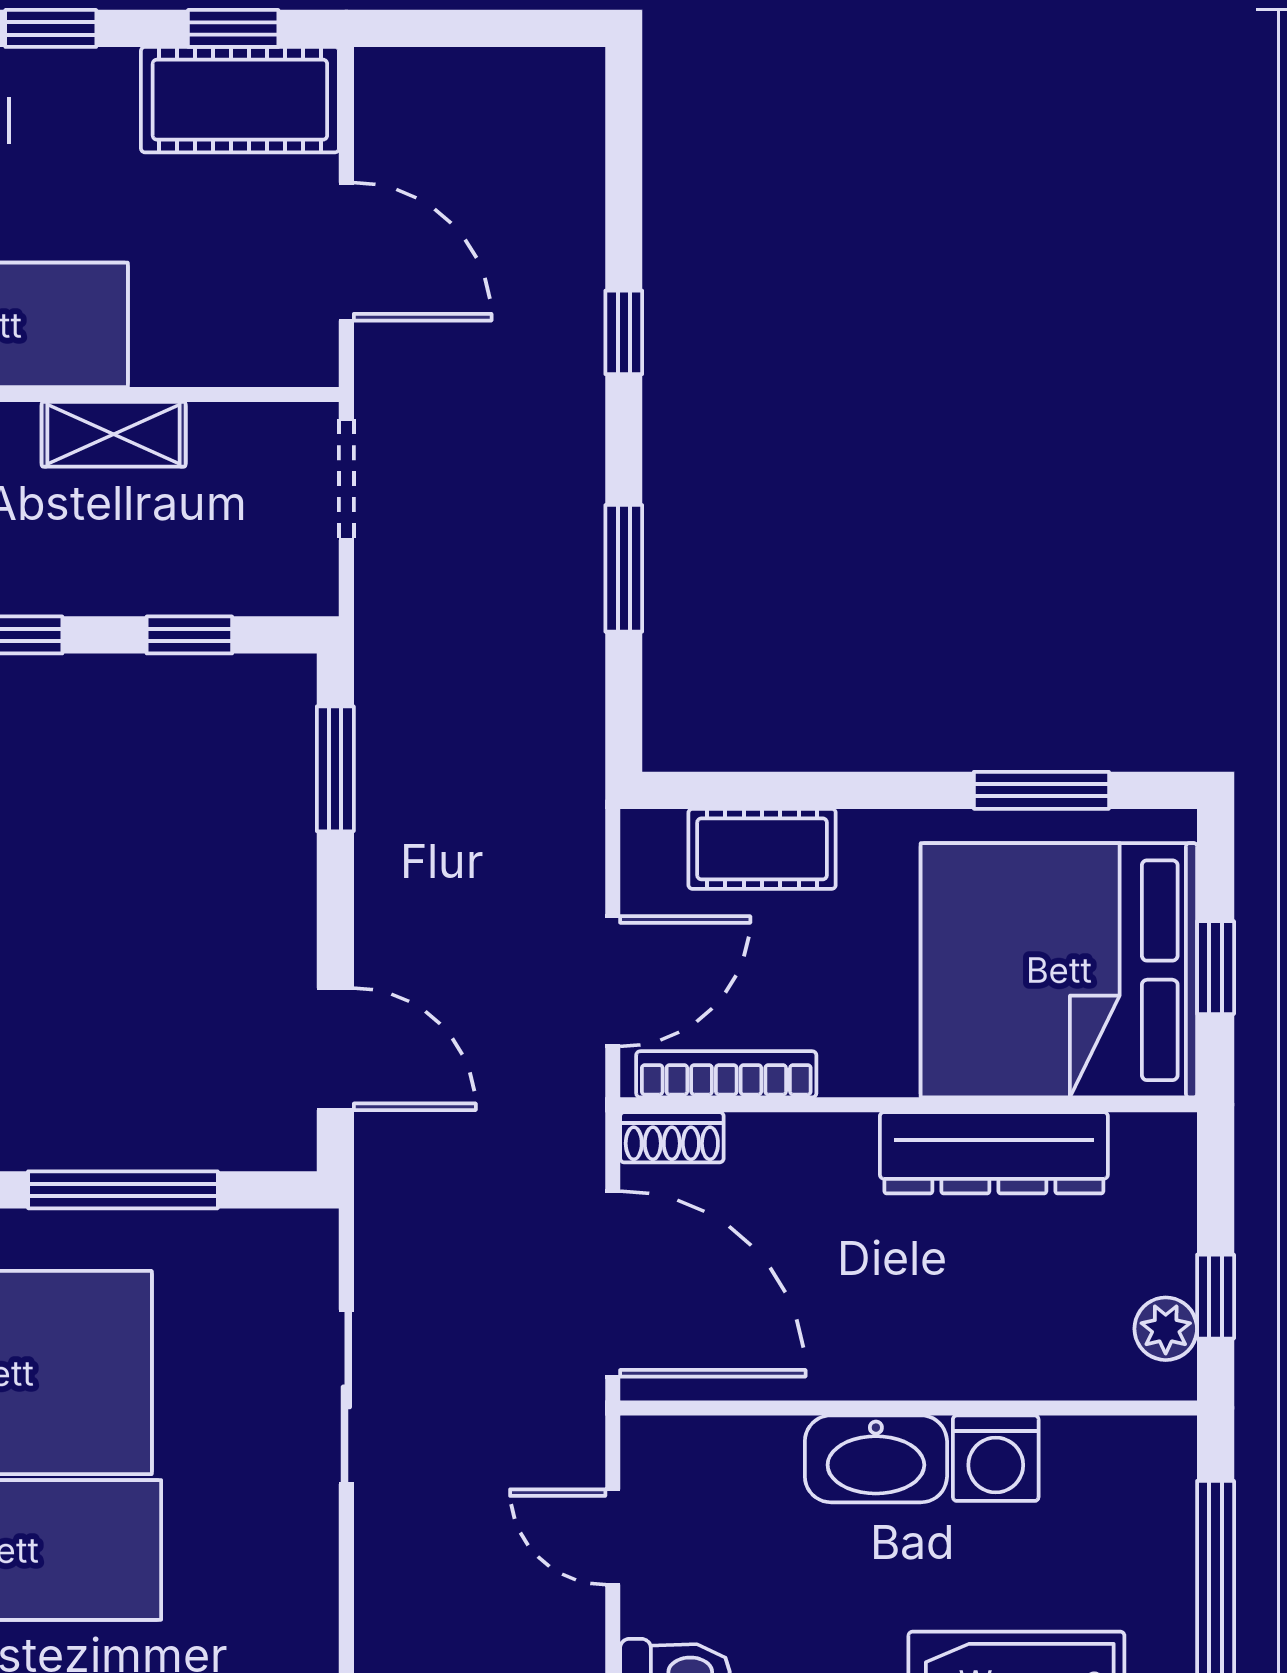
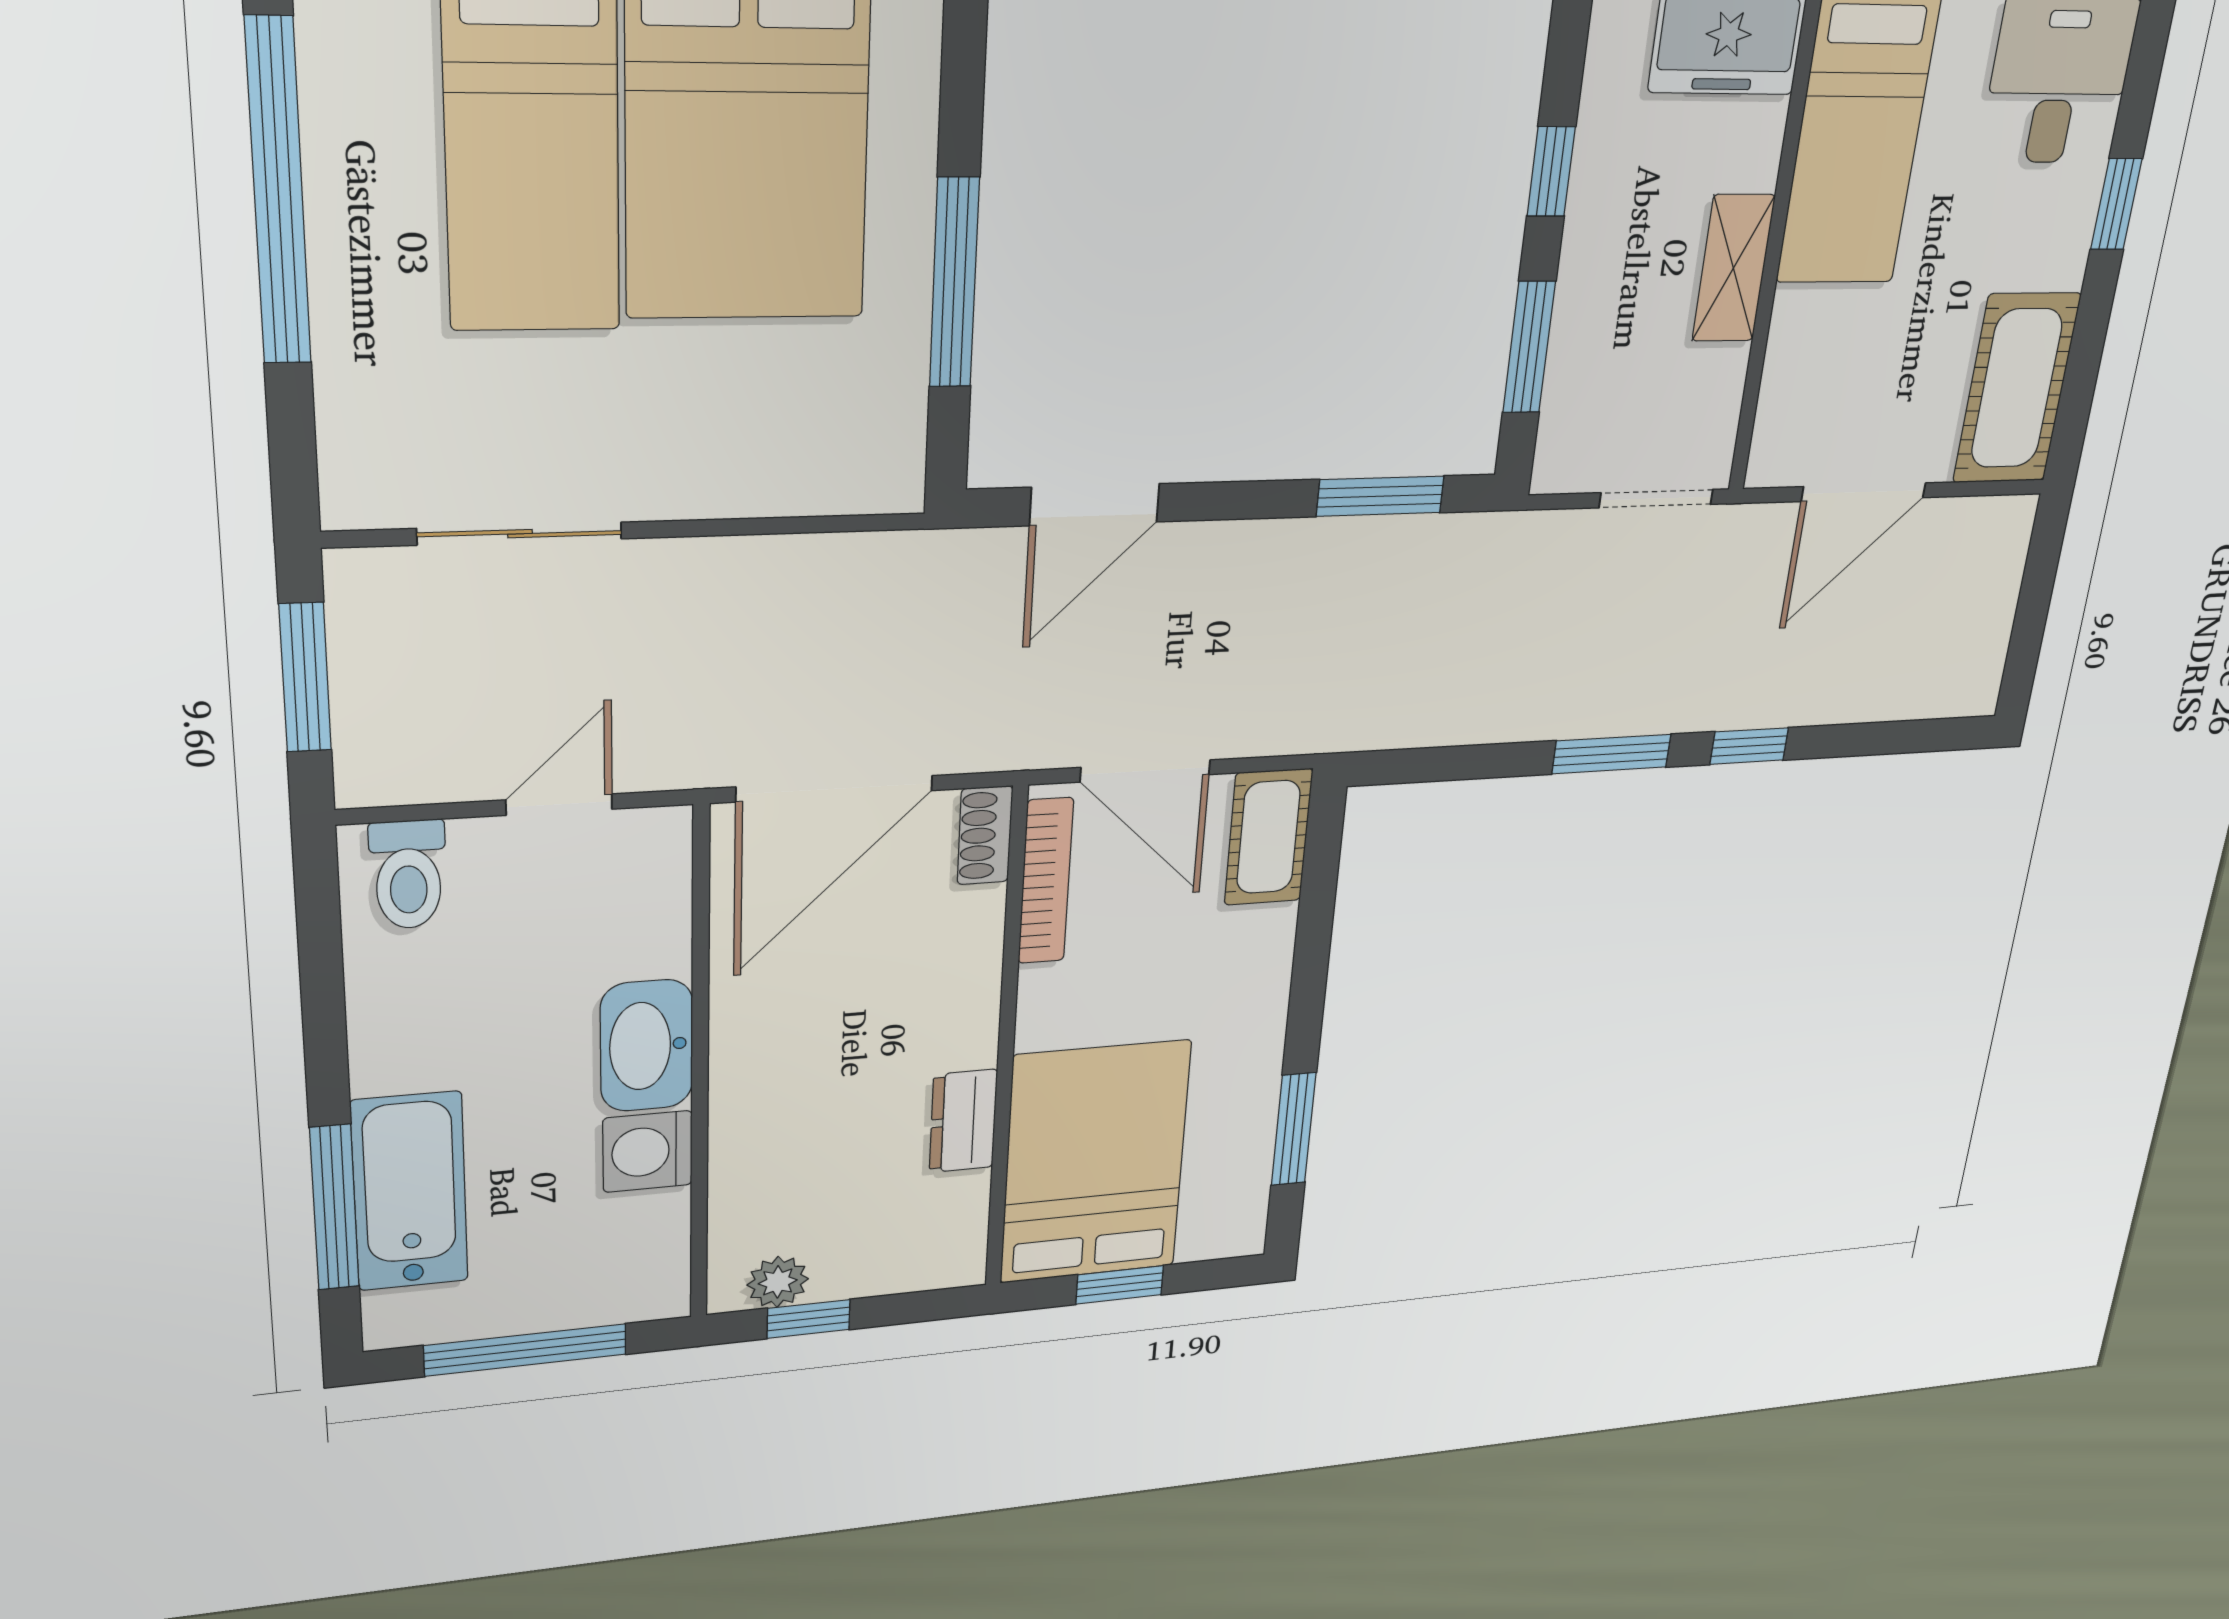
window: (233, 28) -> (2080, 381), removed
window: (624, 568) -> (1612, 754), moved
window: (189, 635) -> (1529, 347), width x1.50
cot: (762, 849) -> (1268, 837), moved
bed: (1059, 970) -> (1095, 1162), width x0.73
dresser: (994, 1153) -> (963, 1121), width x0.51, depth x0.80
sliding door: (346, 1397) -> (520, 534), moved

